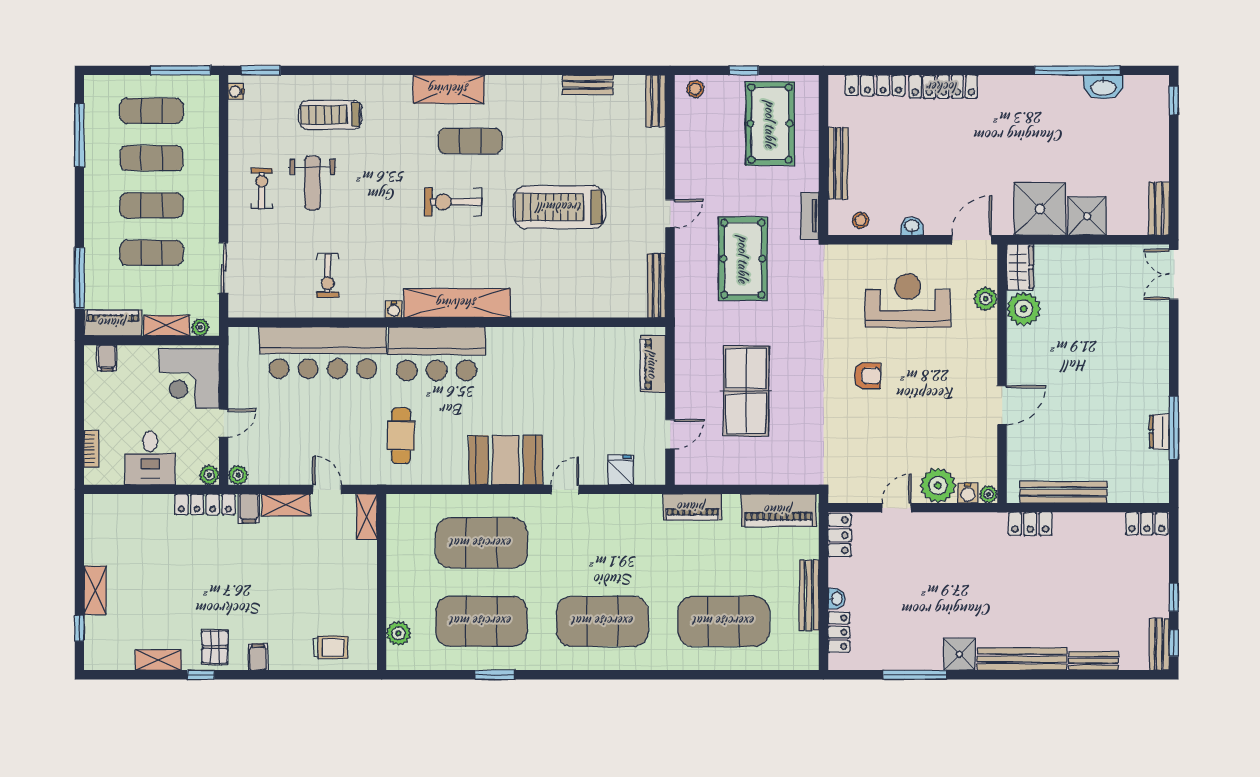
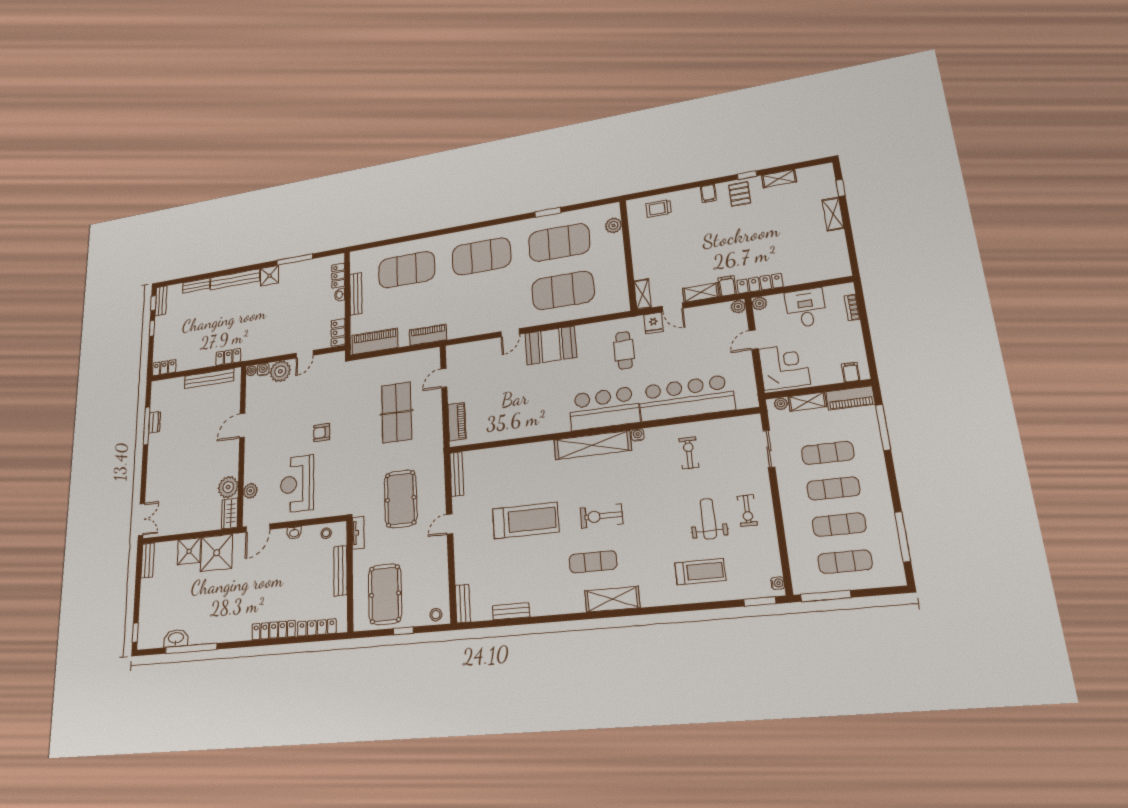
exercise bike: (453, 202) -> (601, 516), turned 180
reception desk: (908, 300) -> (297, 484), turned 90
fridge: (621, 470) -> (653, 323), moved

